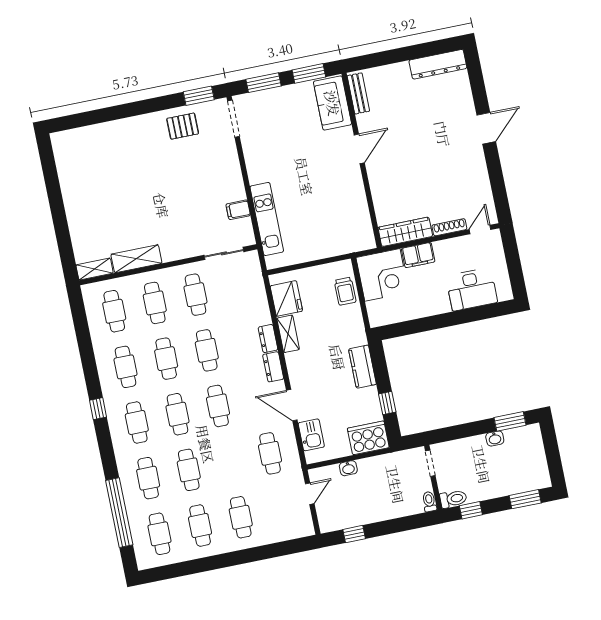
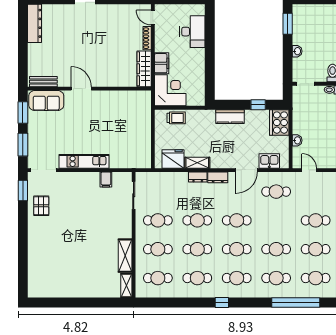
kitchen unit: (267, 219) -> (84, 161), moved
washbasin: (495, 438) -> (297, 51), moved

